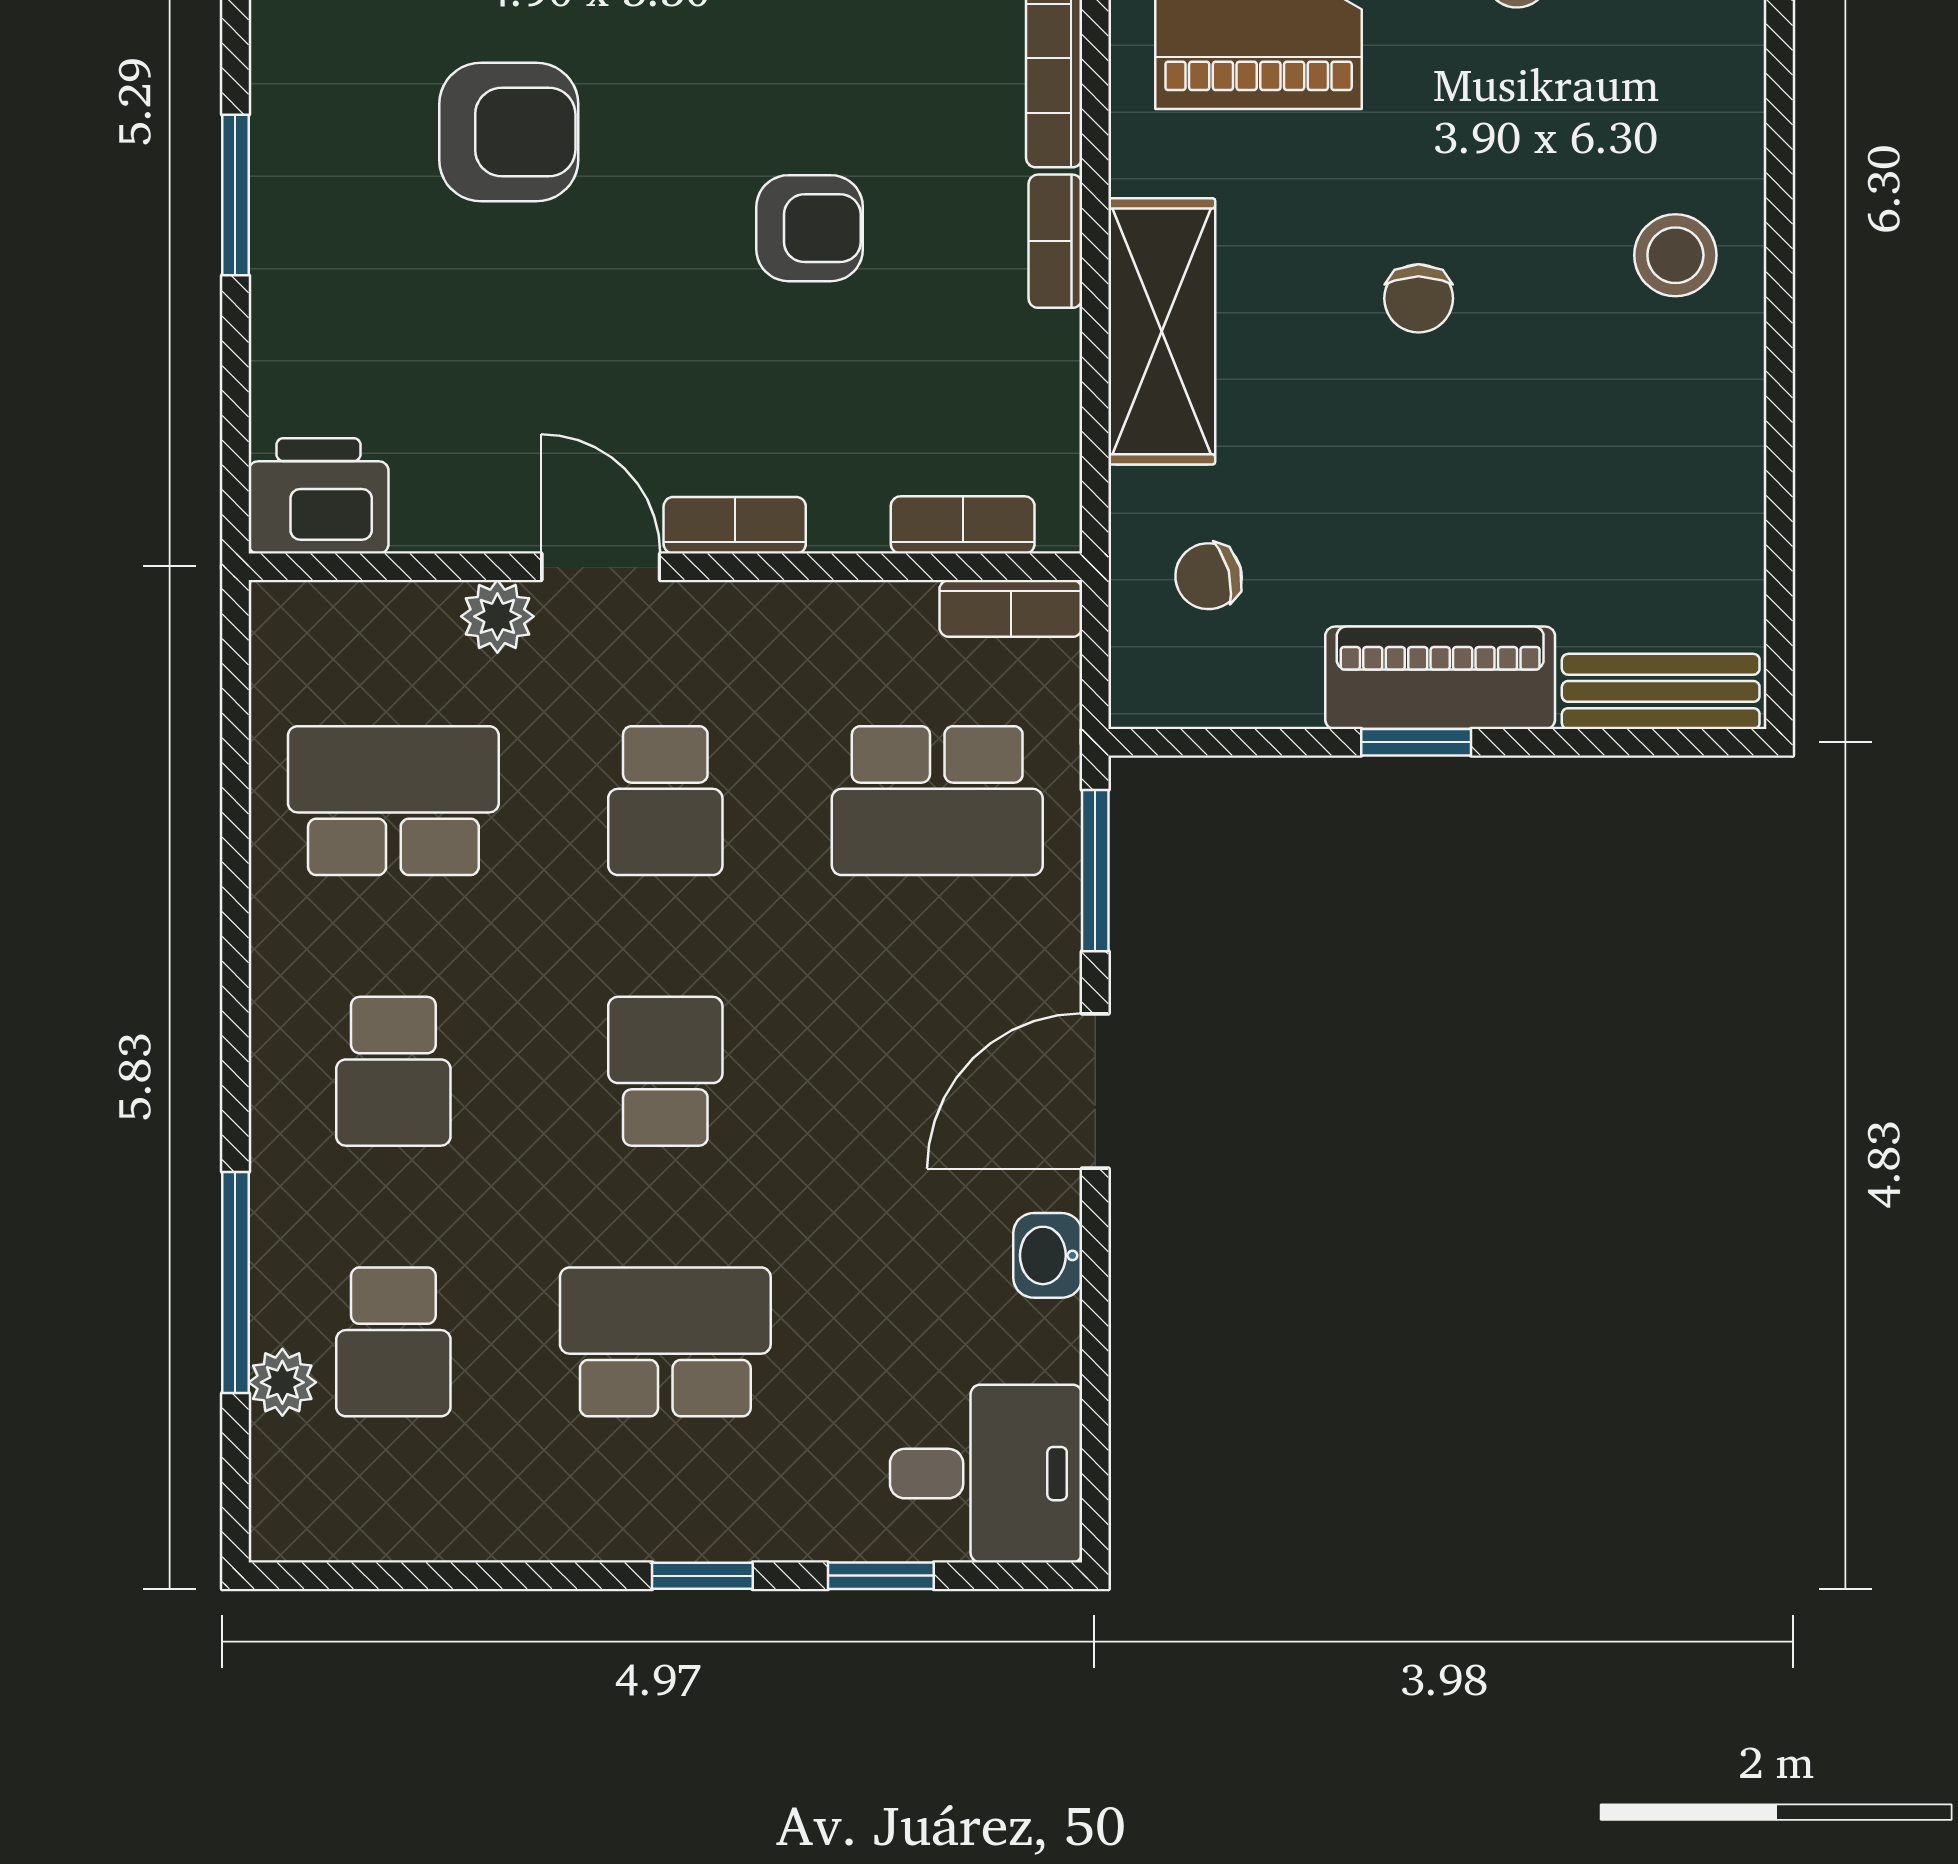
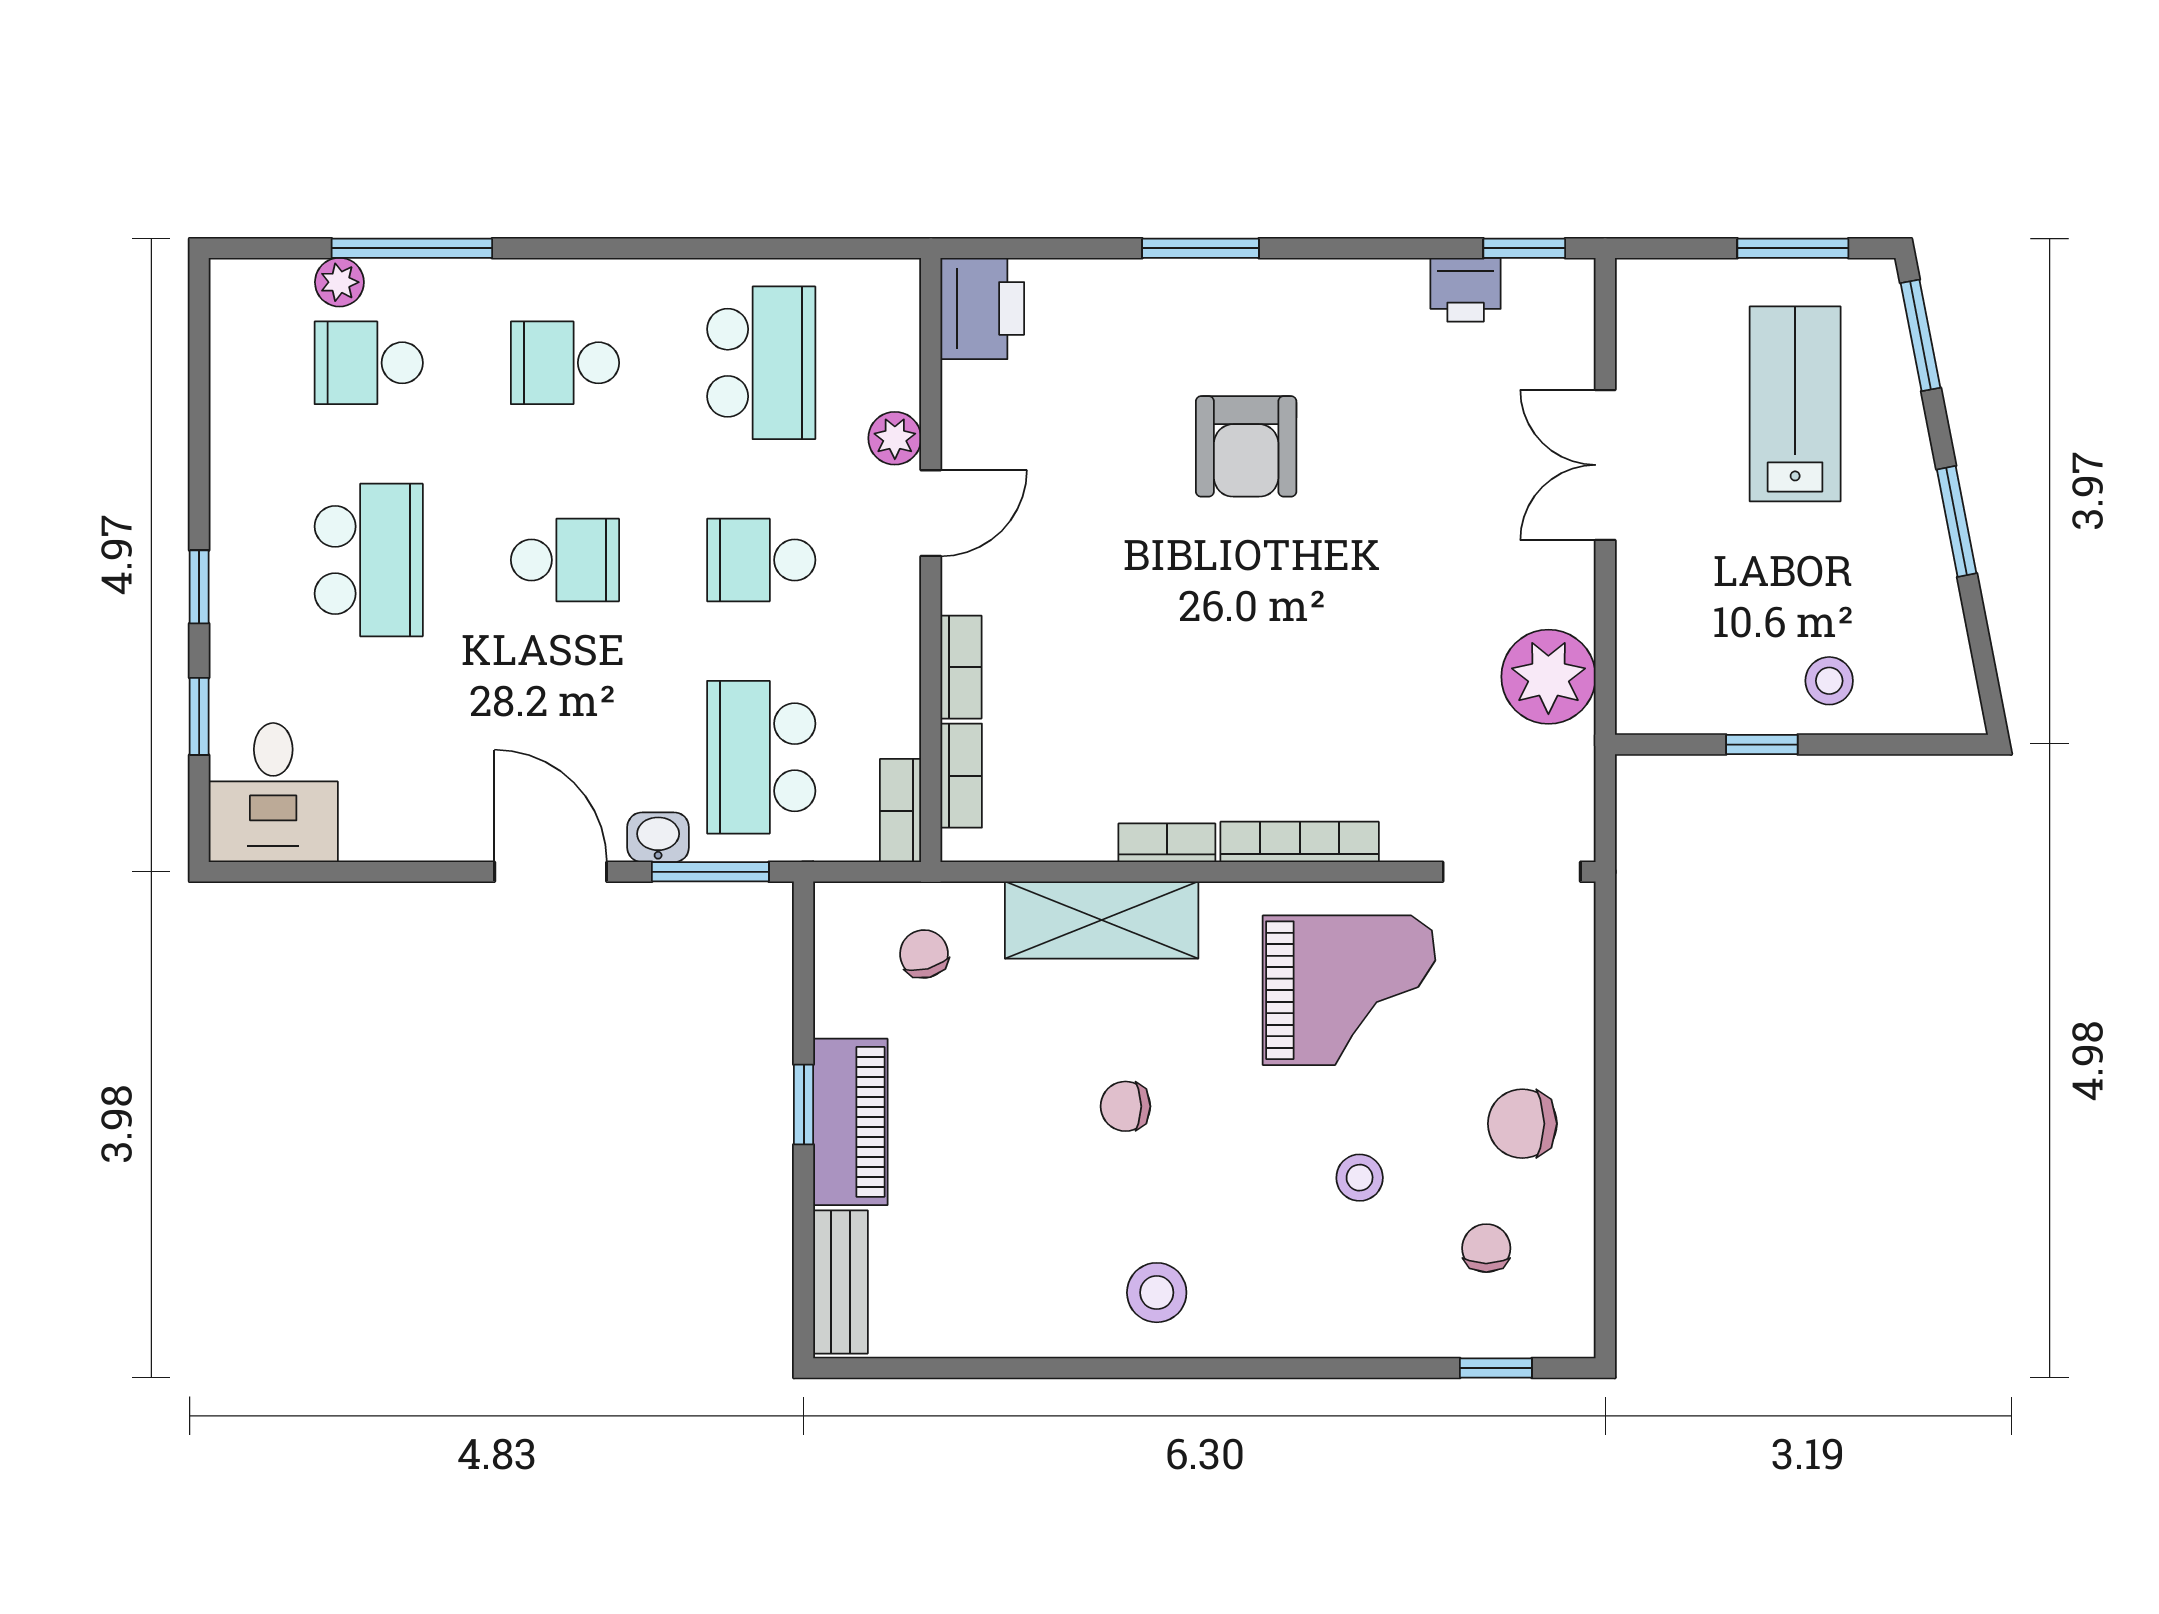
armchair: (810, 228) -> (1176, 665), removed
bookcase: (735, 525) -> (961, 667), moved
washbasin: (1048, 1255) -> (658, 837), moved

